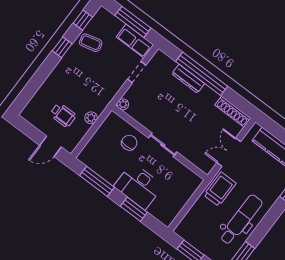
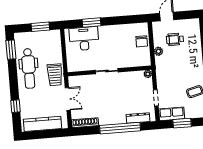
window: (133, 22) -> (182, 123), width x0.69
dresser: (188, 79) -> (138, 118), moved
chair: (129, 143) -> (142, 41), moved
window: (97, 181) -> (125, 20), removed
desk: (139, 186) -> (84, 39), moved

